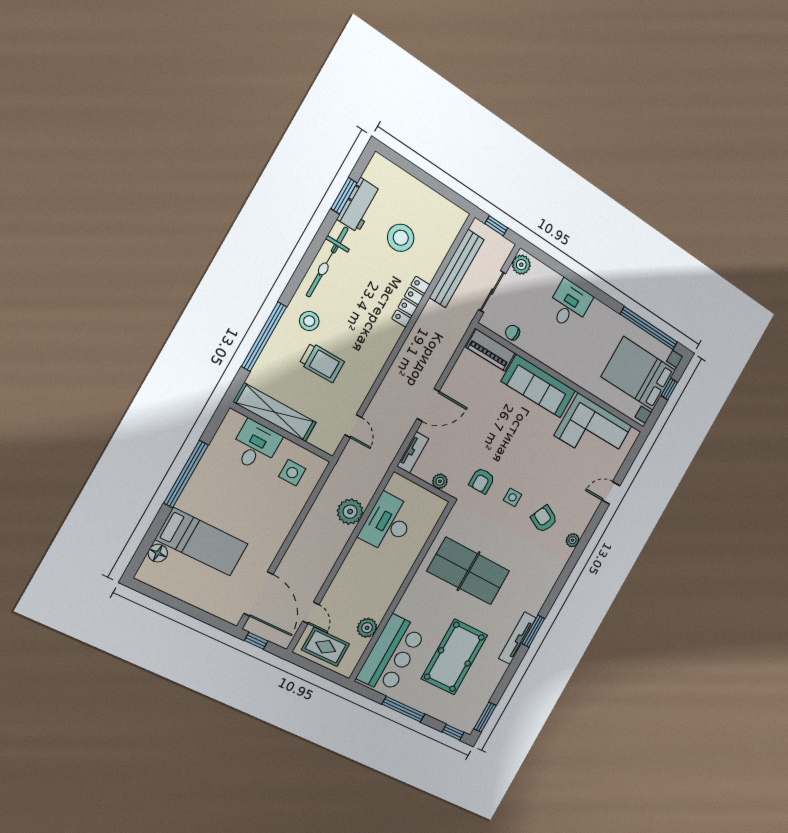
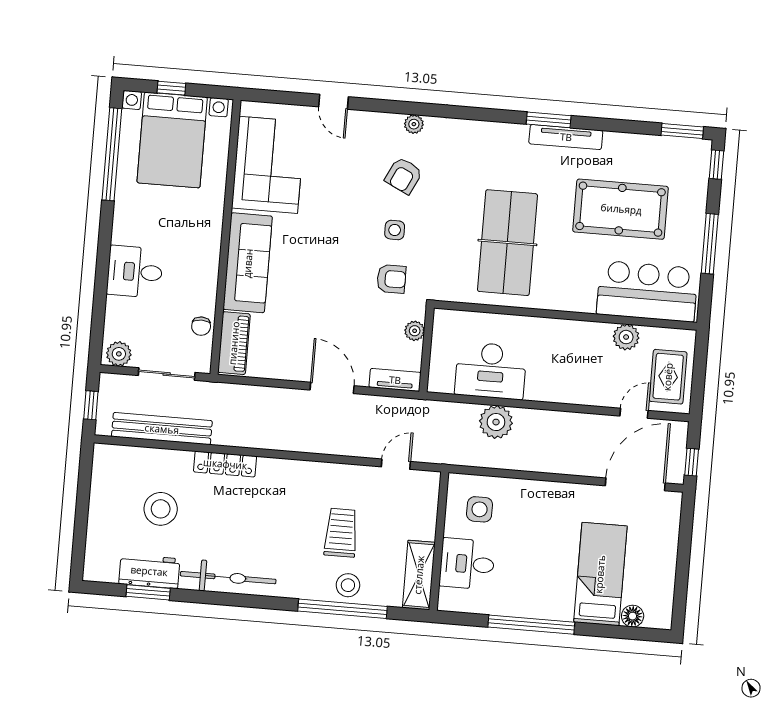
stool: (309, 321) -> (348, 585), moved
shelving: (275, 412) -> (419, 575), width x0.68

